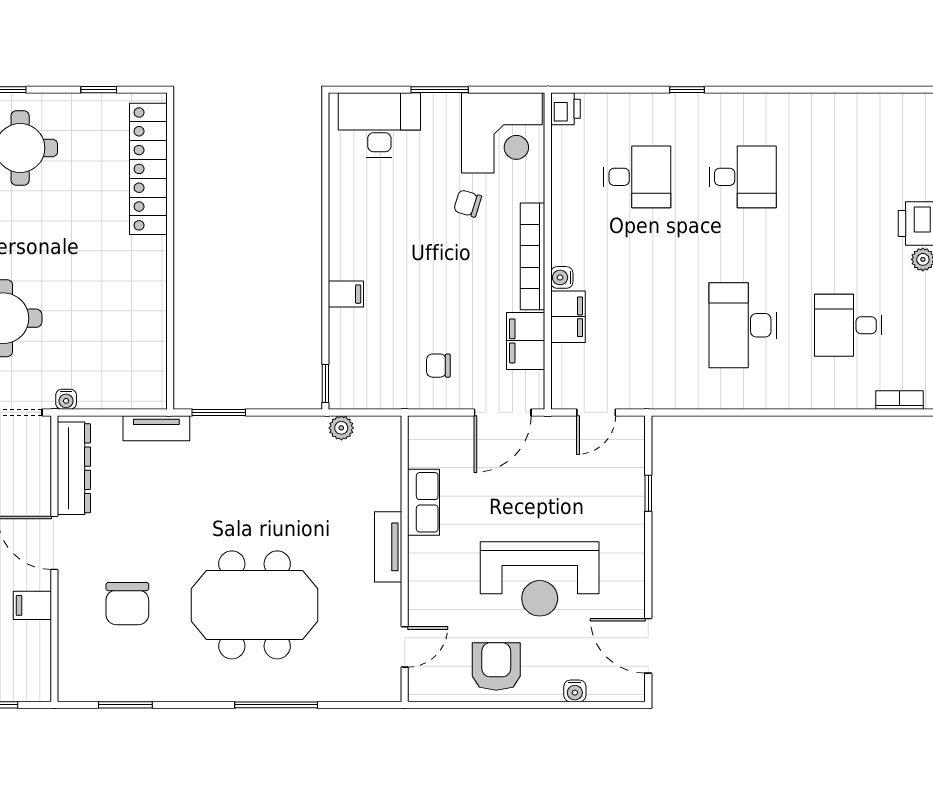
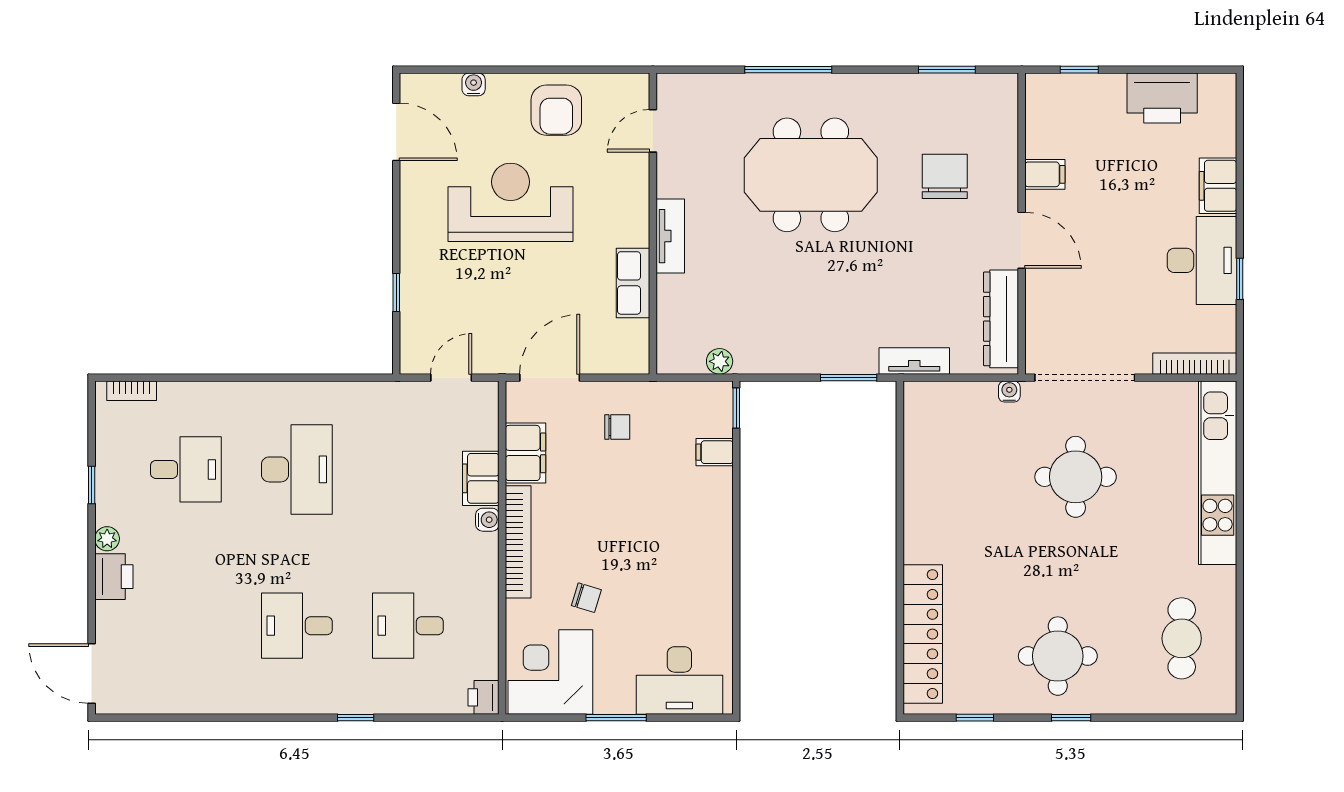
filing cabinet: (346, 294) -> (715, 452), moved

